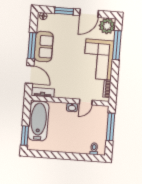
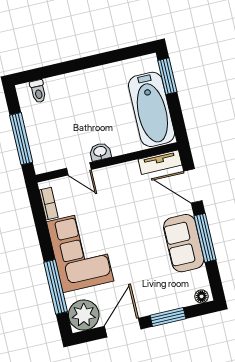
door: (86, 102) -> (79, 169), swing flipped

